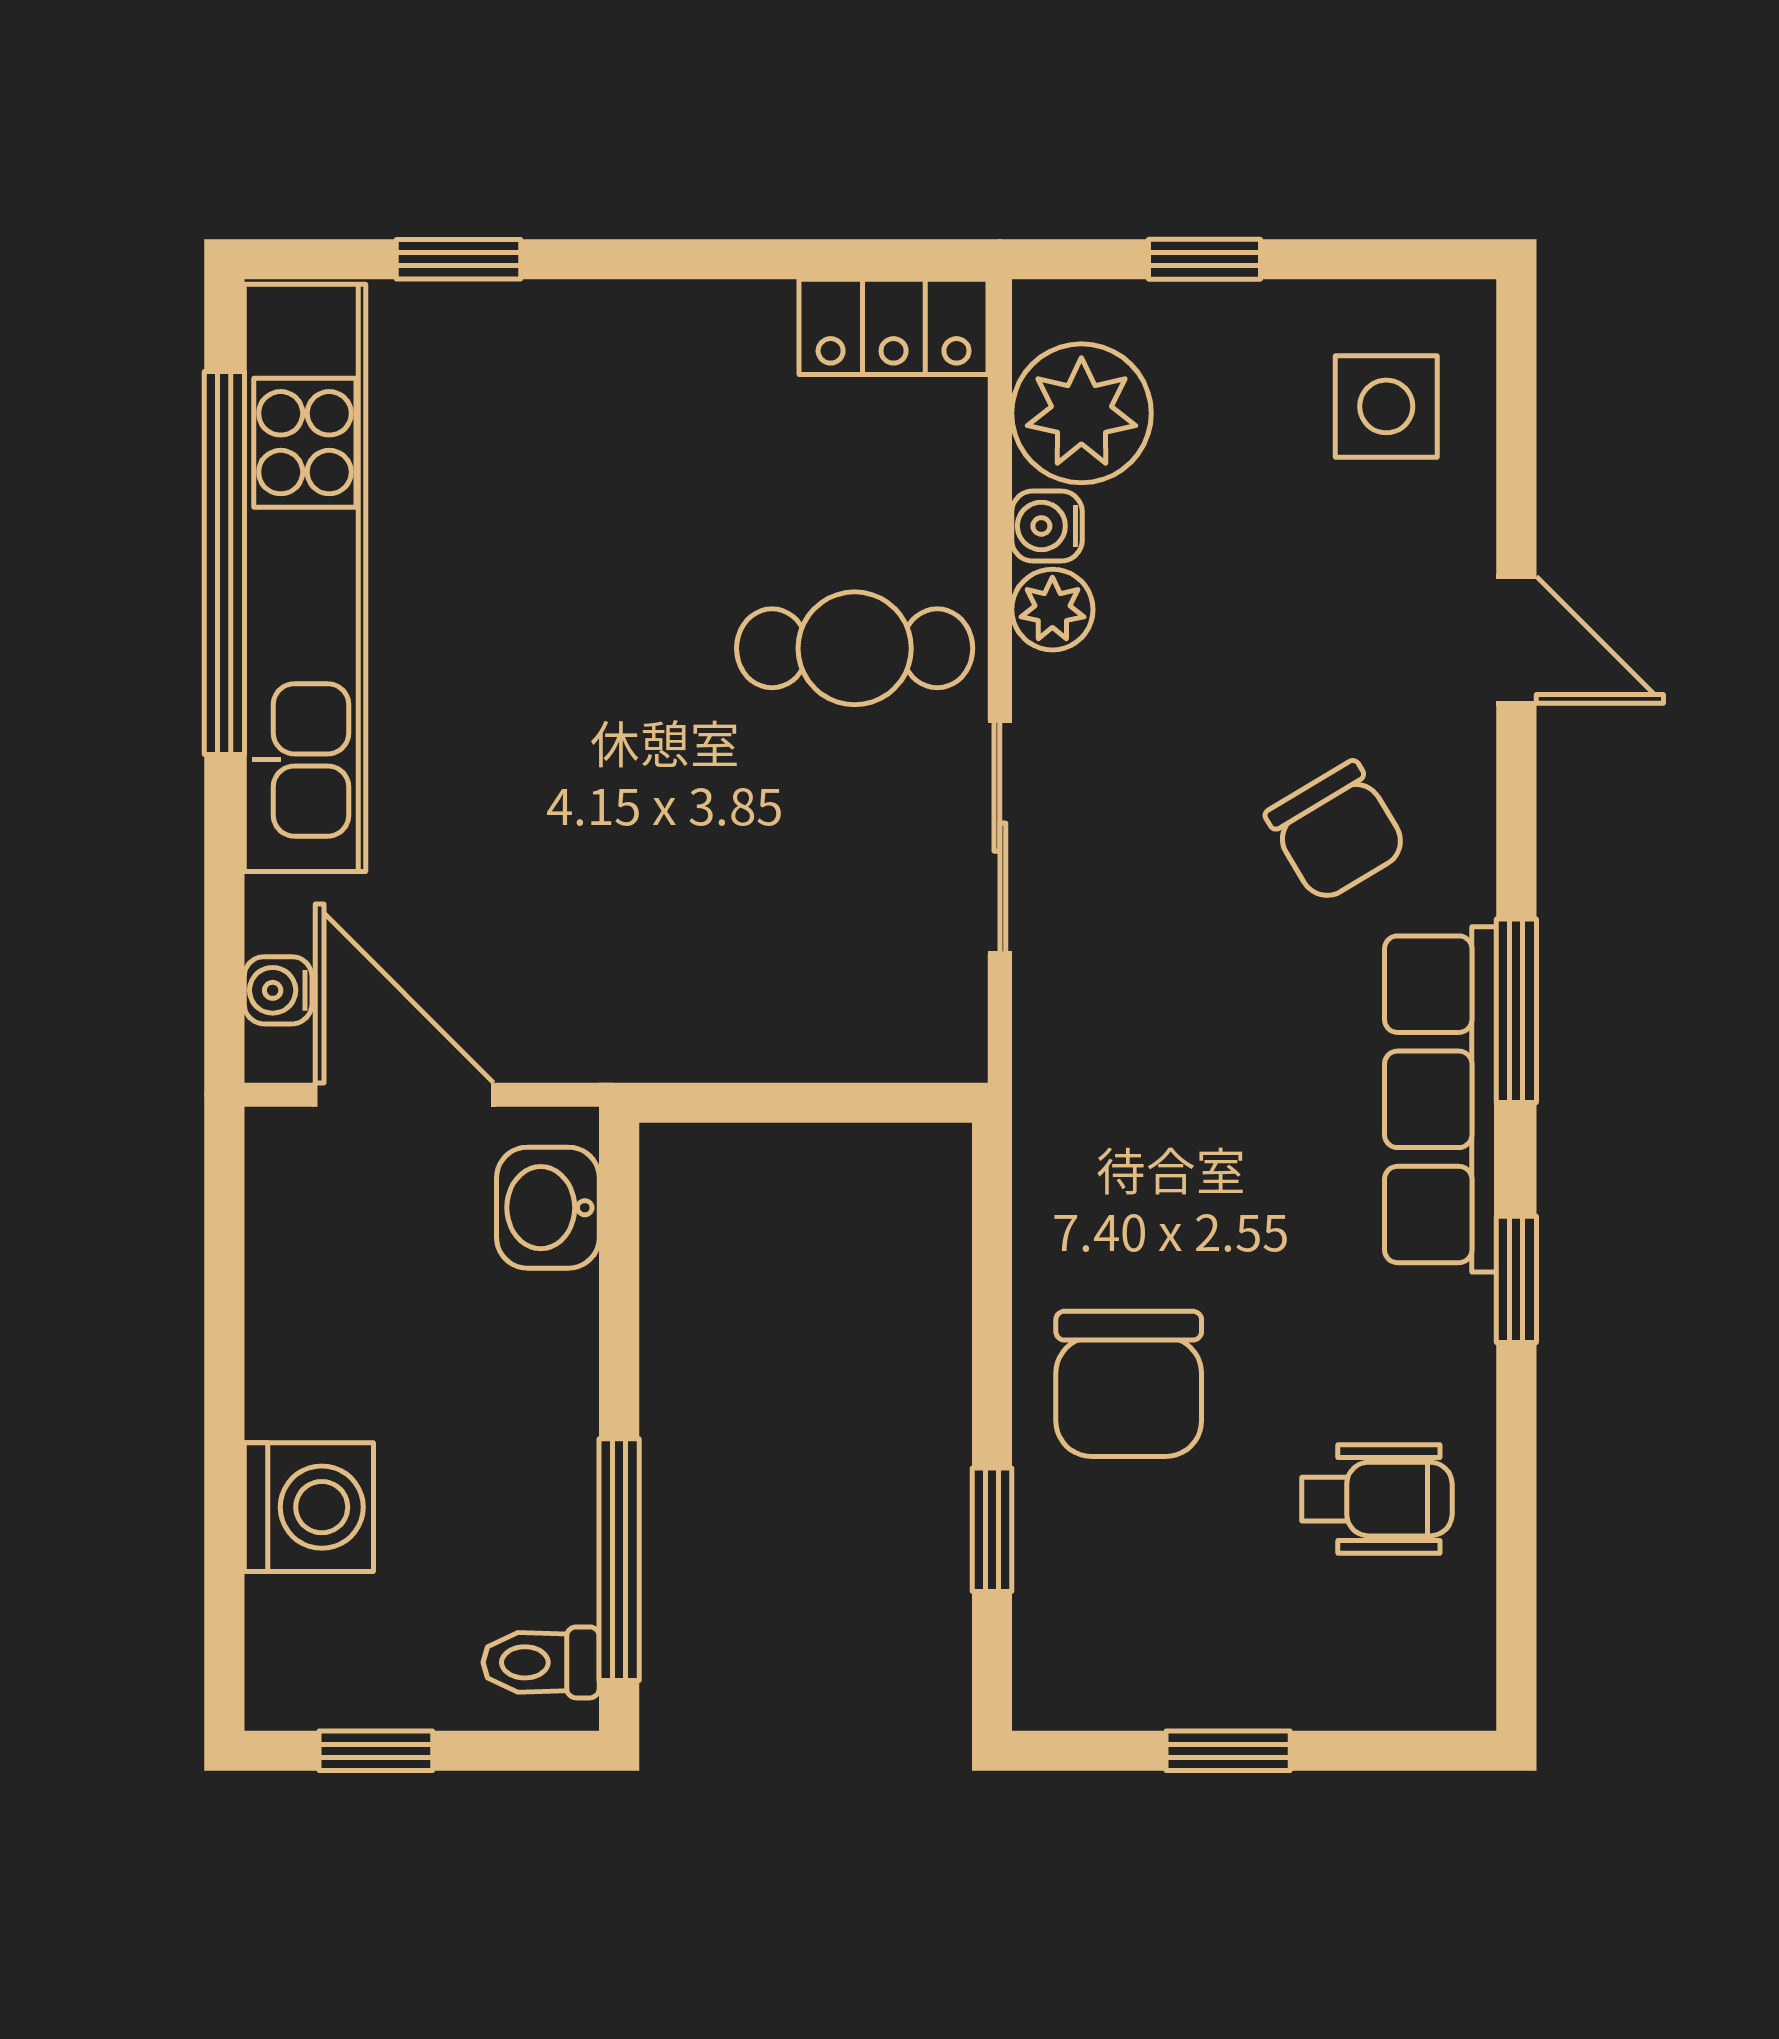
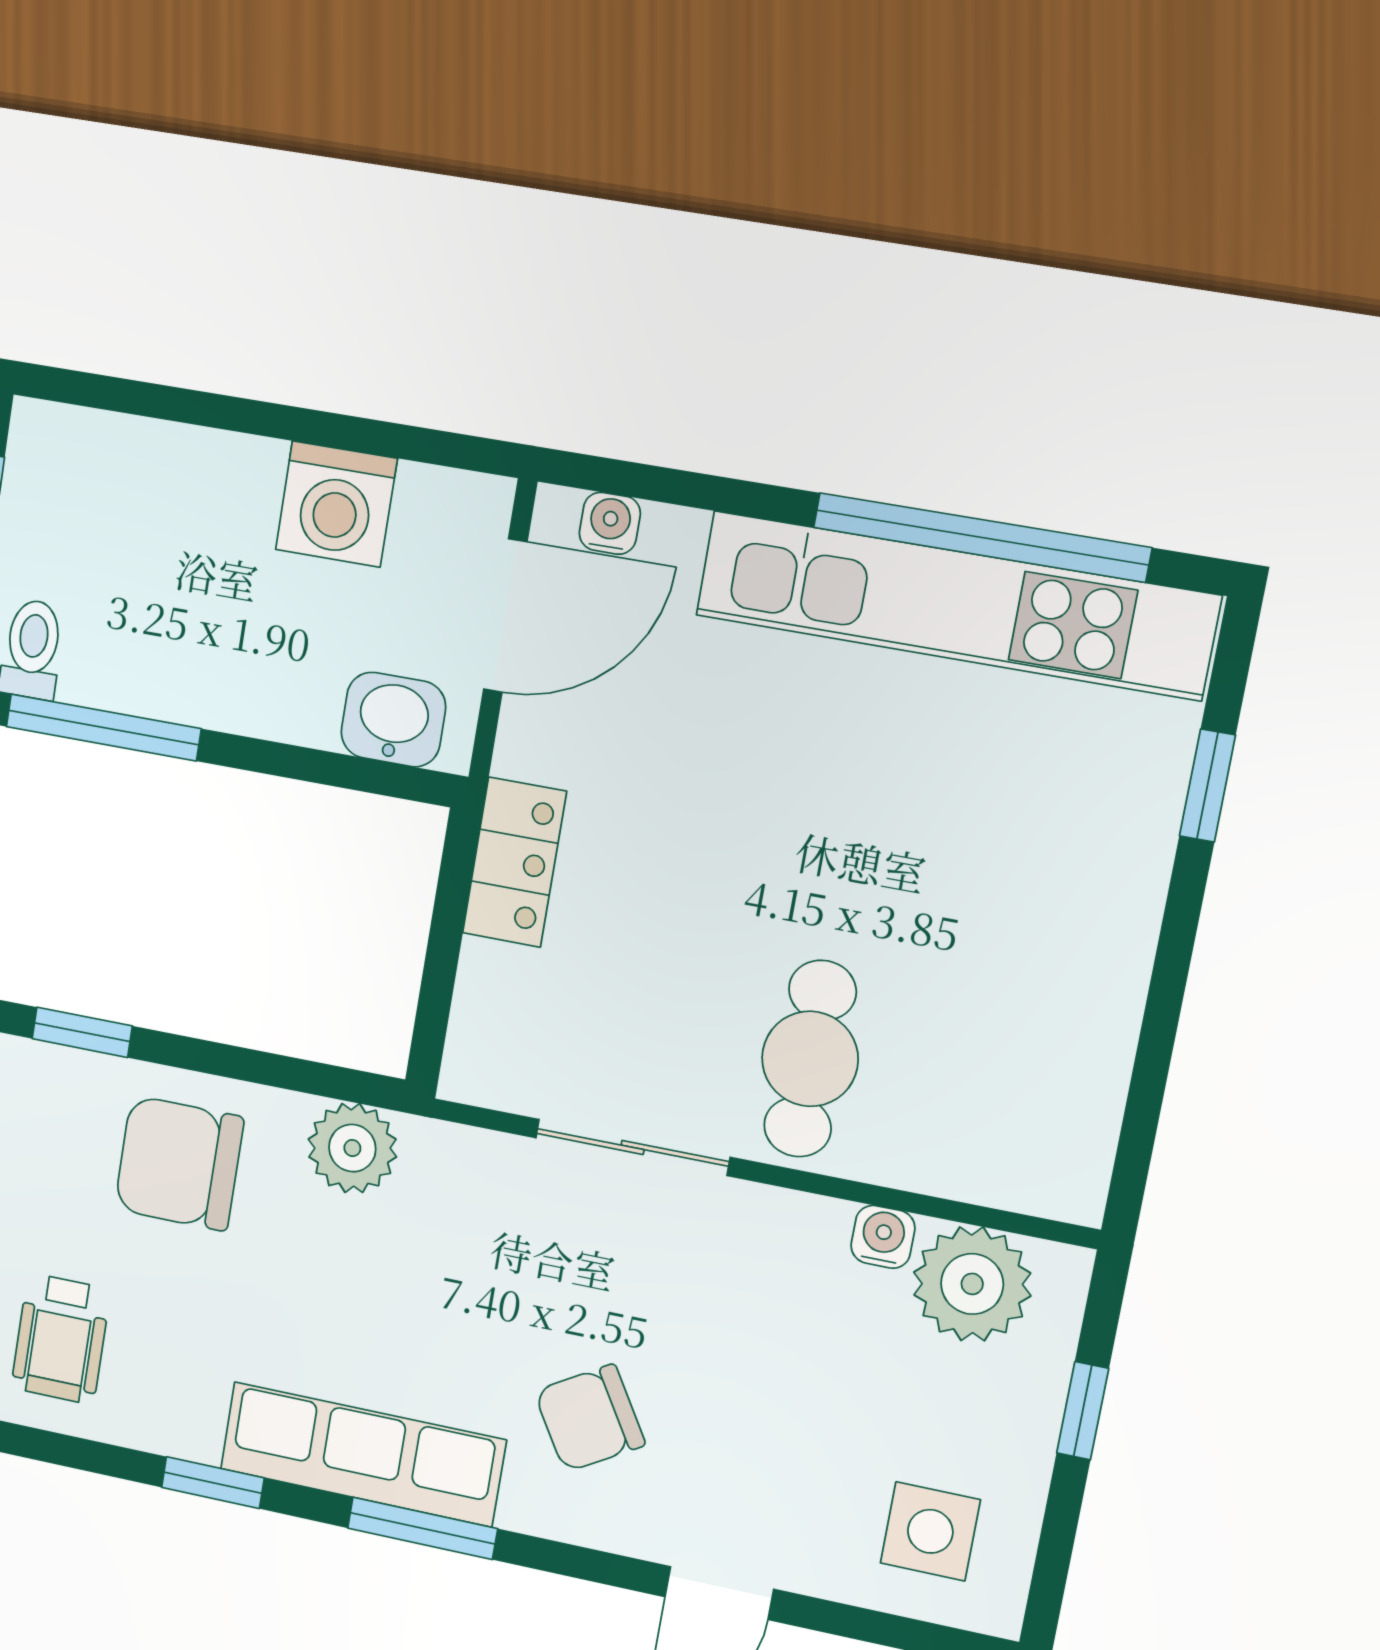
locker: (894, 327) -> (515, 862), moved, turned 180
plant: (1052, 610) -> (352, 1148), moved, width x1.38, depth x1.38
washing machine: (309, 1507) -> (336, 504), moved

